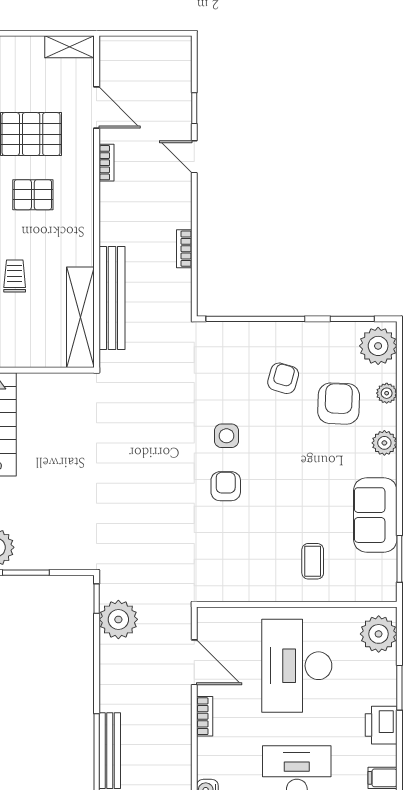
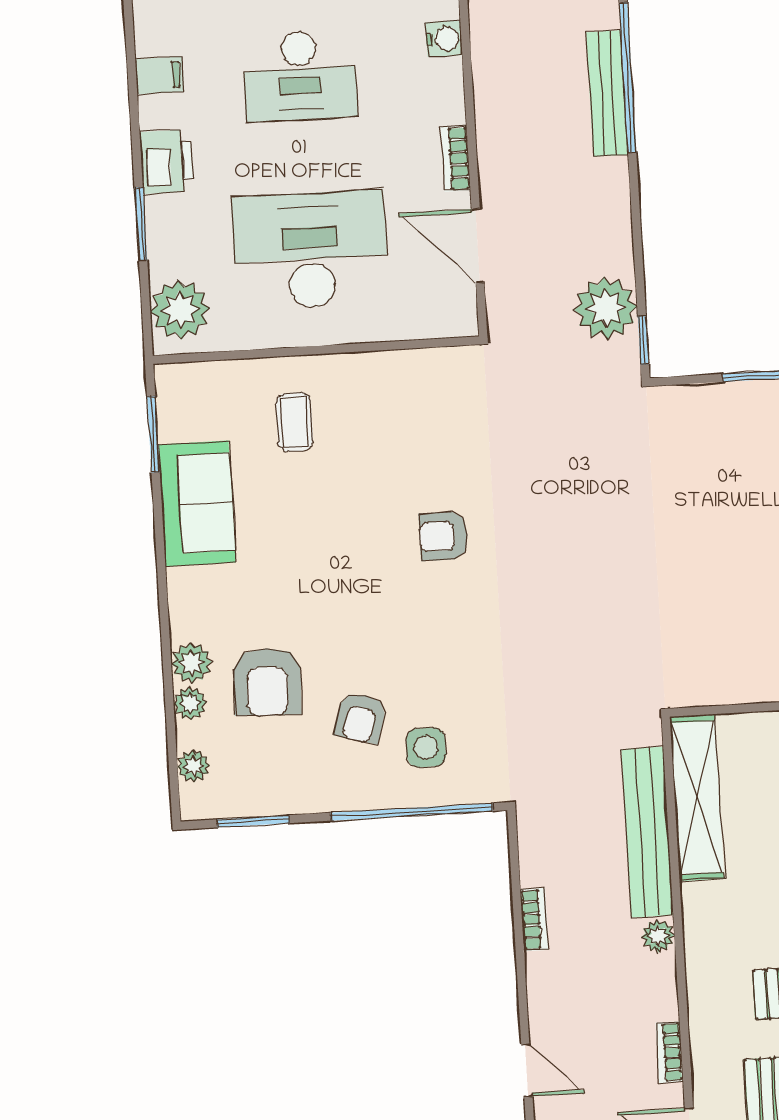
plant: (109, 234) -> (658, 936), added
plant: (378, 346) -> (193, 766), width x0.53, depth x0.53
side table: (226, 436) -> (426, 747), moved
plant: (384, 443) -> (191, 663), moved
armchair: (226, 486) -> (444, 536), turned 90
desk: (297, 666) -> (310, 250), turned -90

